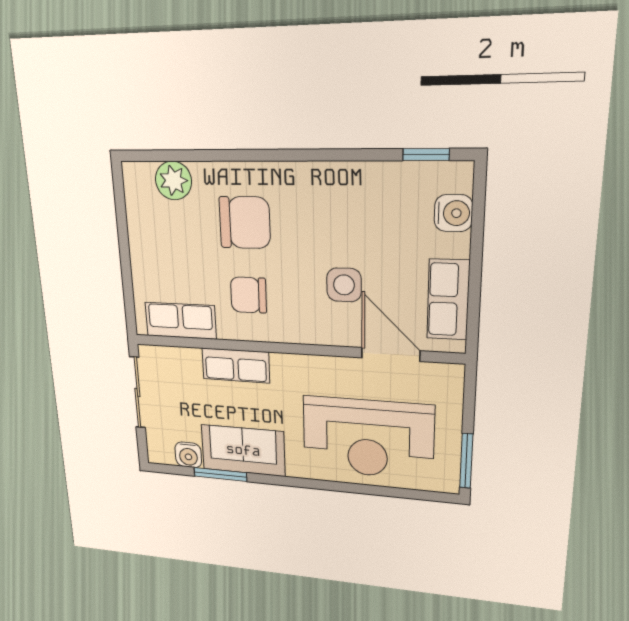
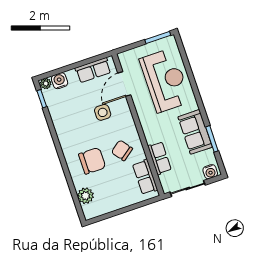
plant: (459, 177) -> (46, 84), added
chair: (245, 223) -> (92, 161), turned 90
chair: (248, 295) -> (122, 150), turned 143
row of seats: (236, 366) -> (160, 158), moved
water cooler: (188, 455) -> (210, 172), moved, turned 90

